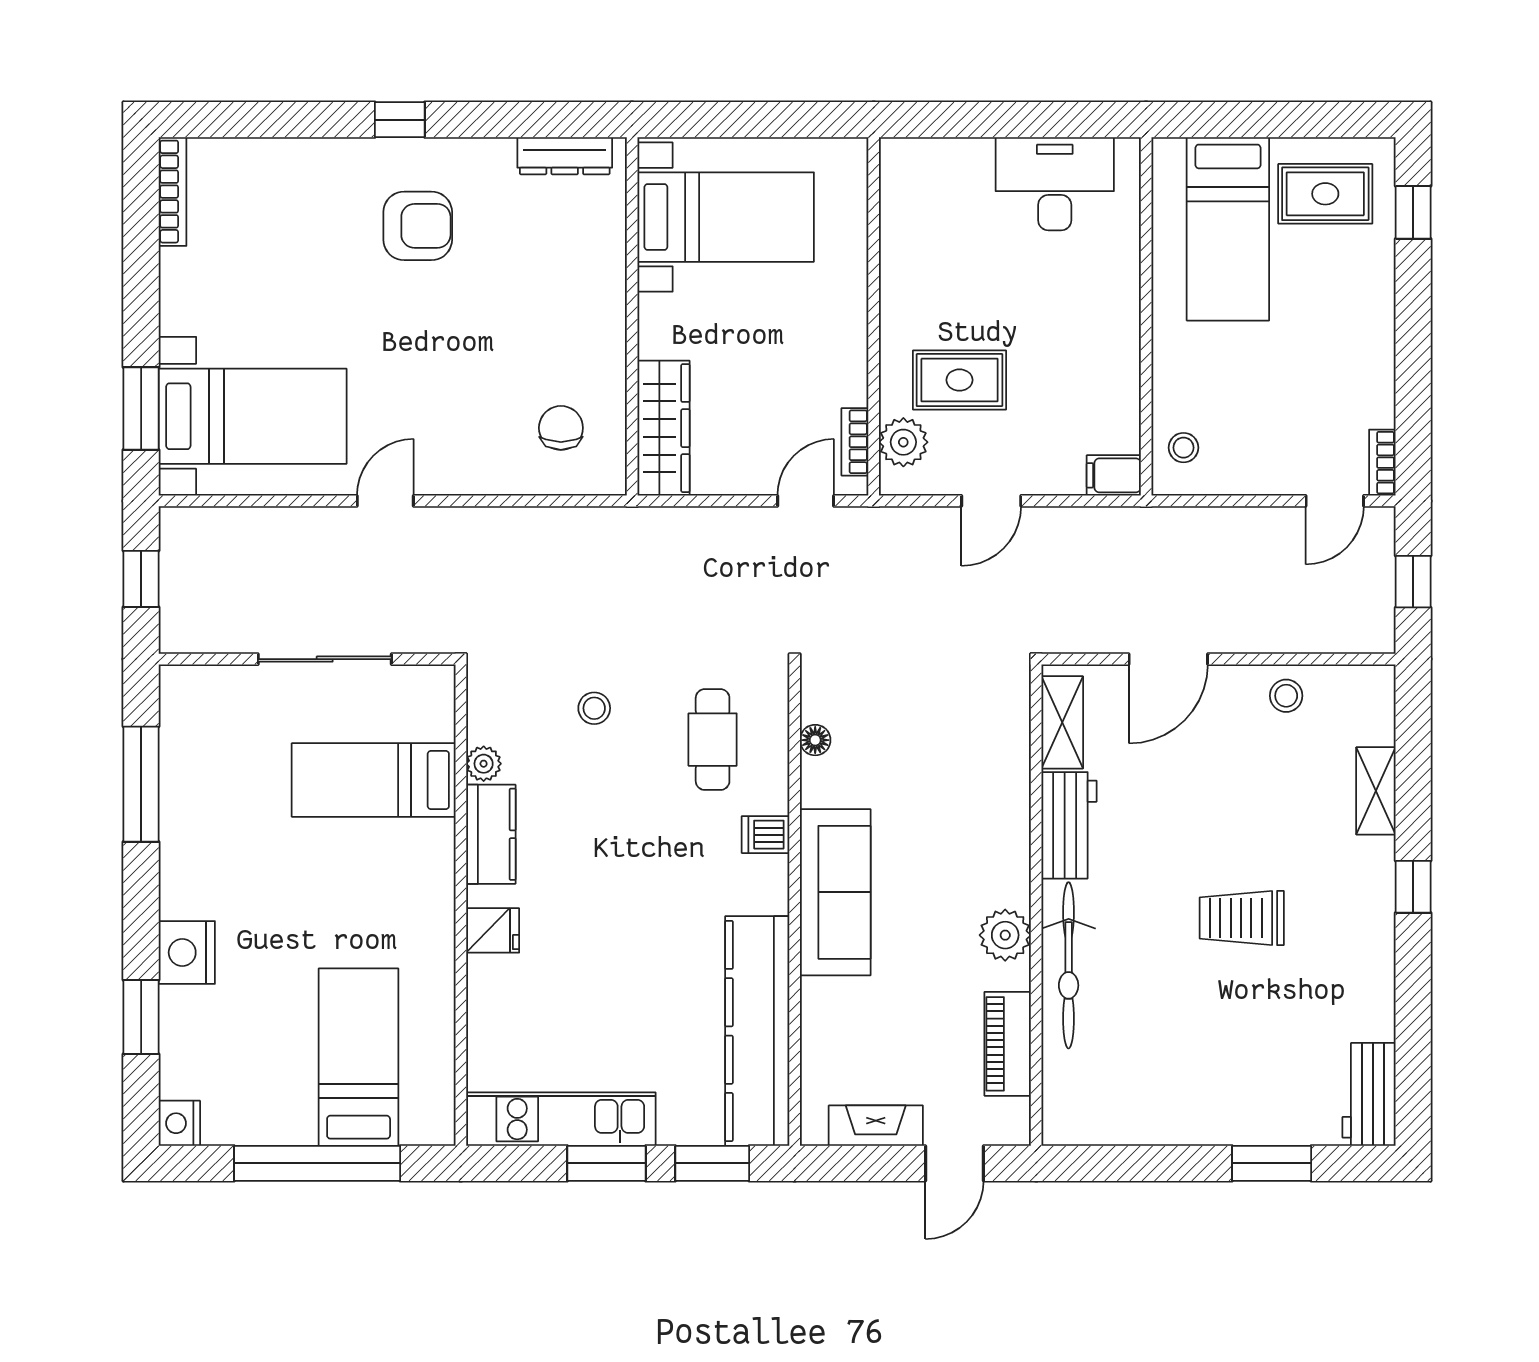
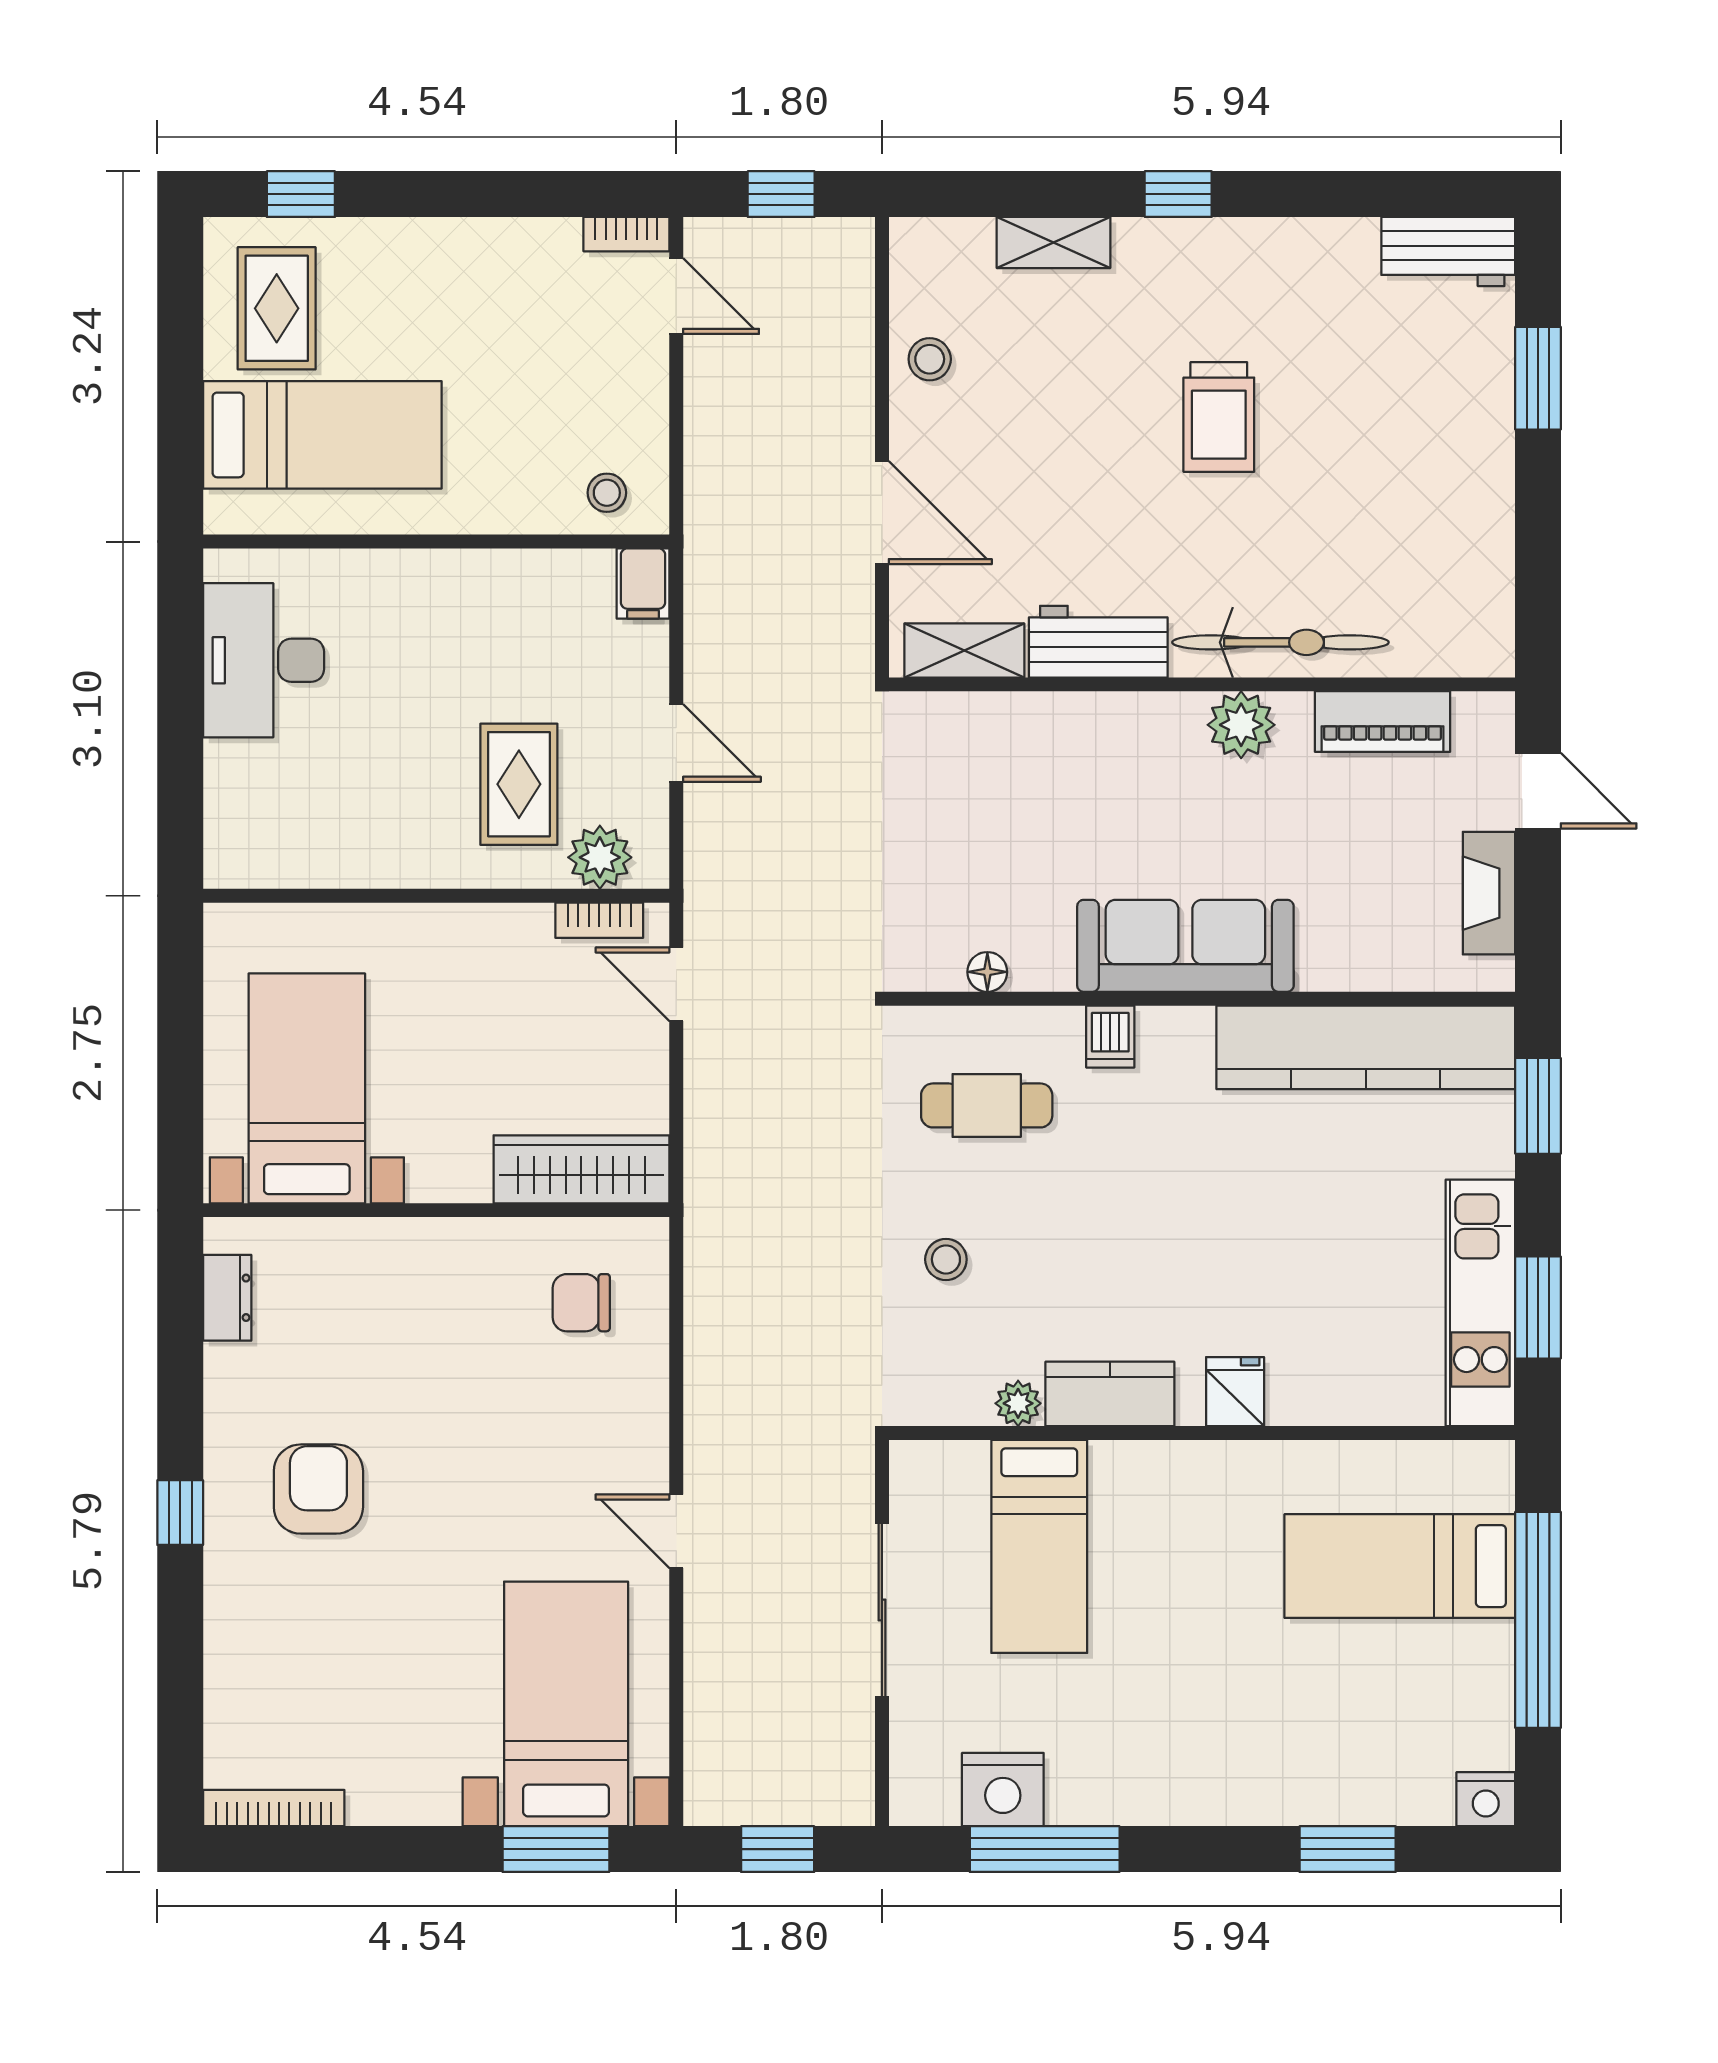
dresser: (565, 156) -> (227, 1298), width x0.70
nightstand: (187, 952) -> (1003, 1790), moved
window: (606, 1163) -> (1538, 1307), moved

